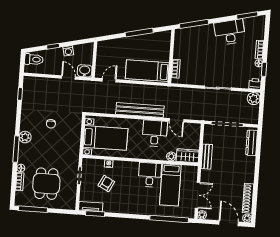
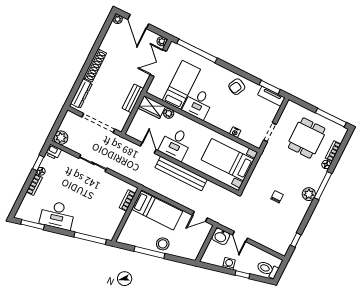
stool: (131, 44) -> (163, 244), added
armchair: (106, 184) -> (237, 87), moved
shoe rack: (248, 198) -> (95, 65), moved

